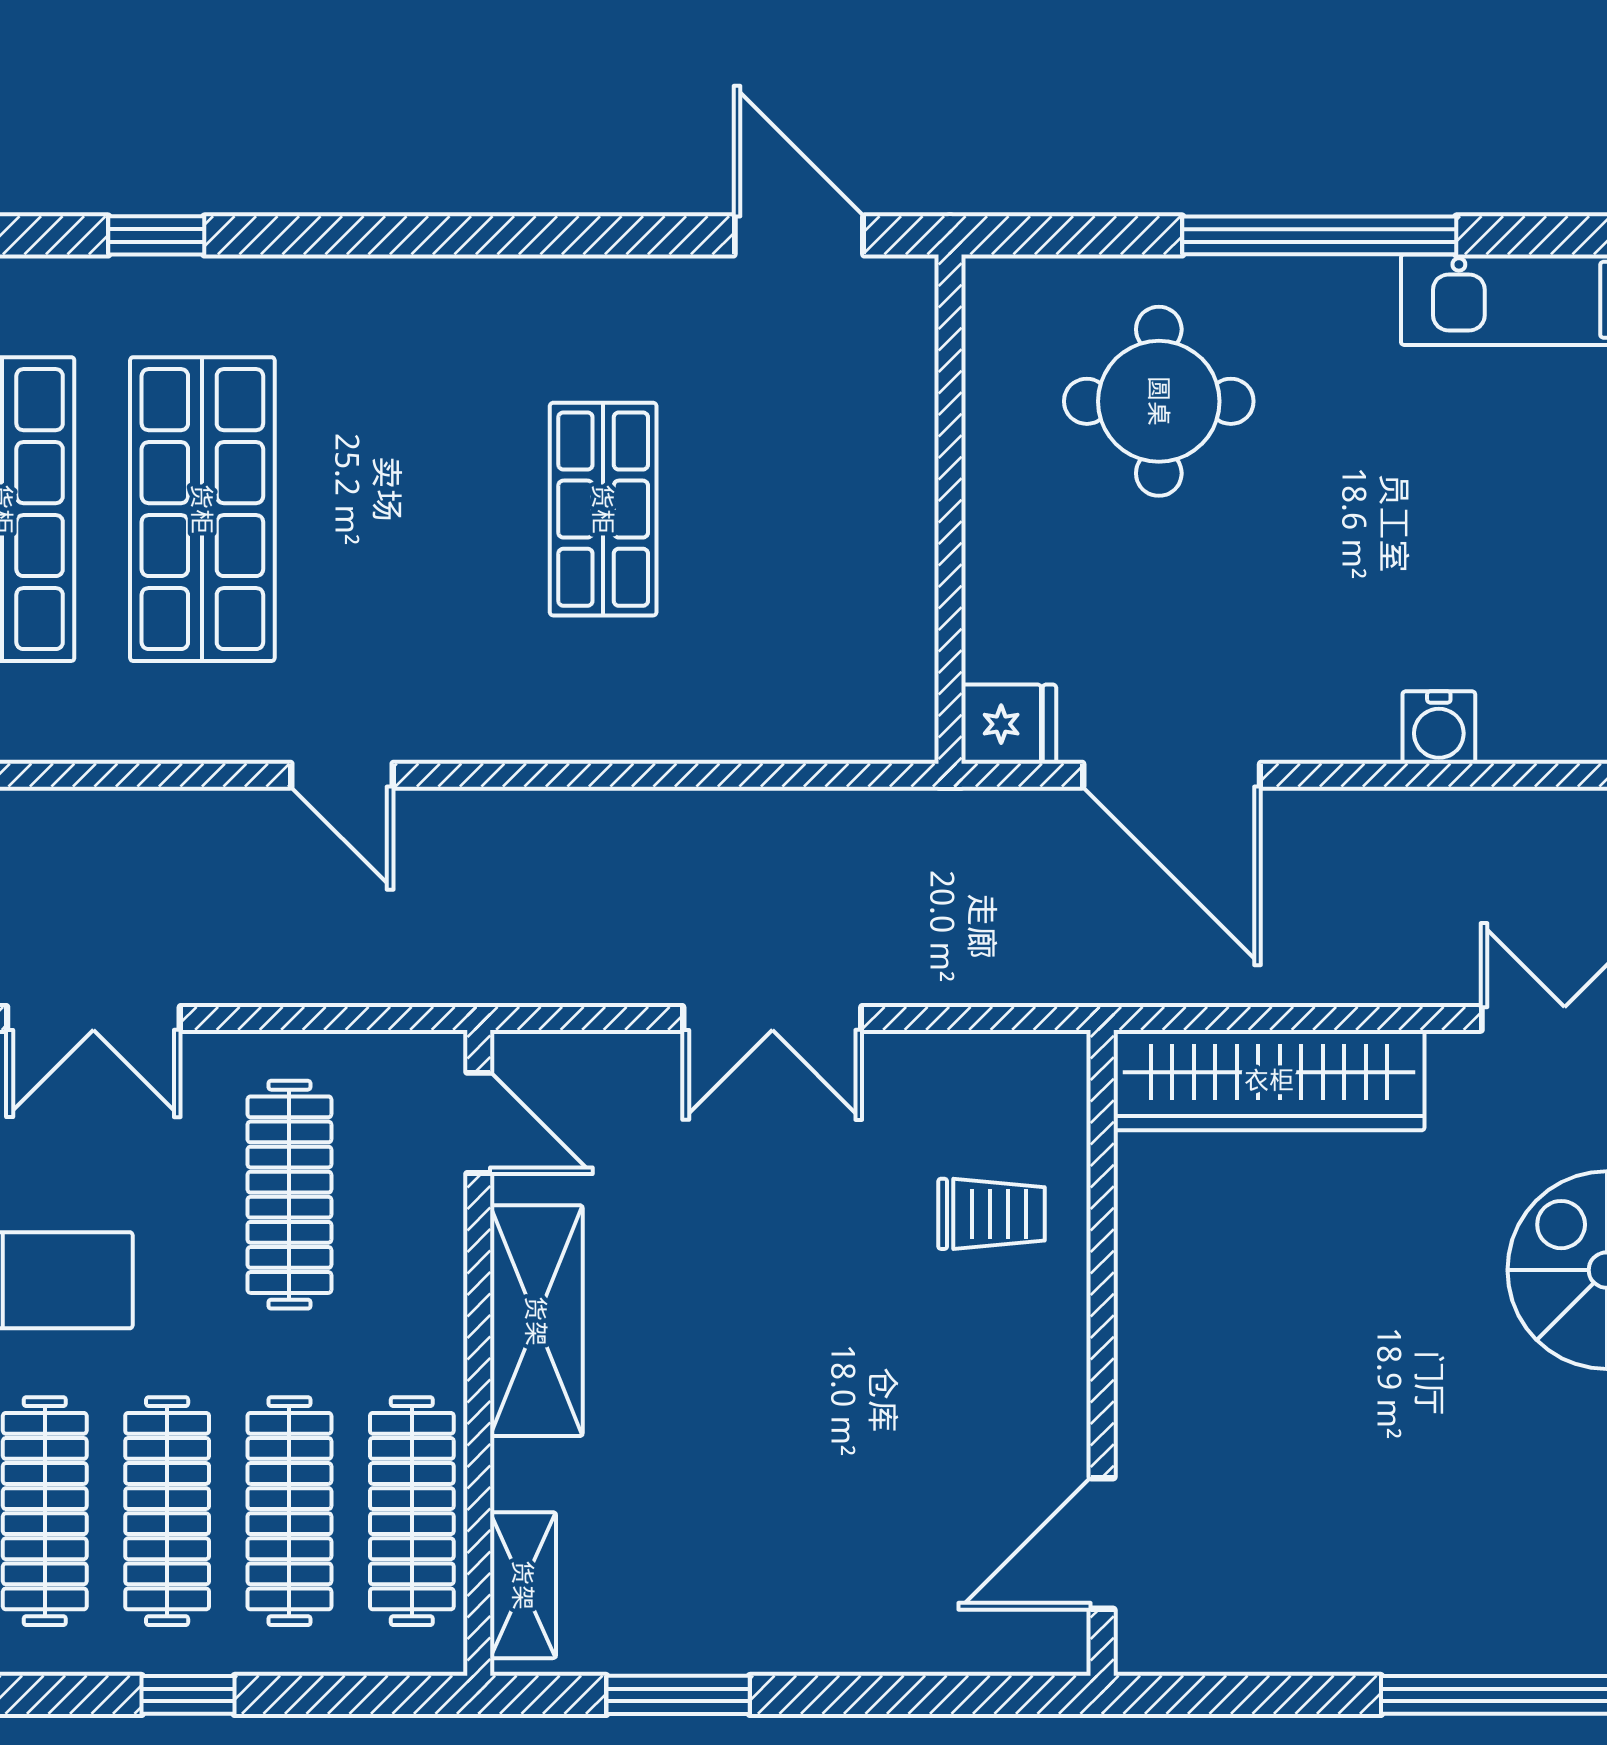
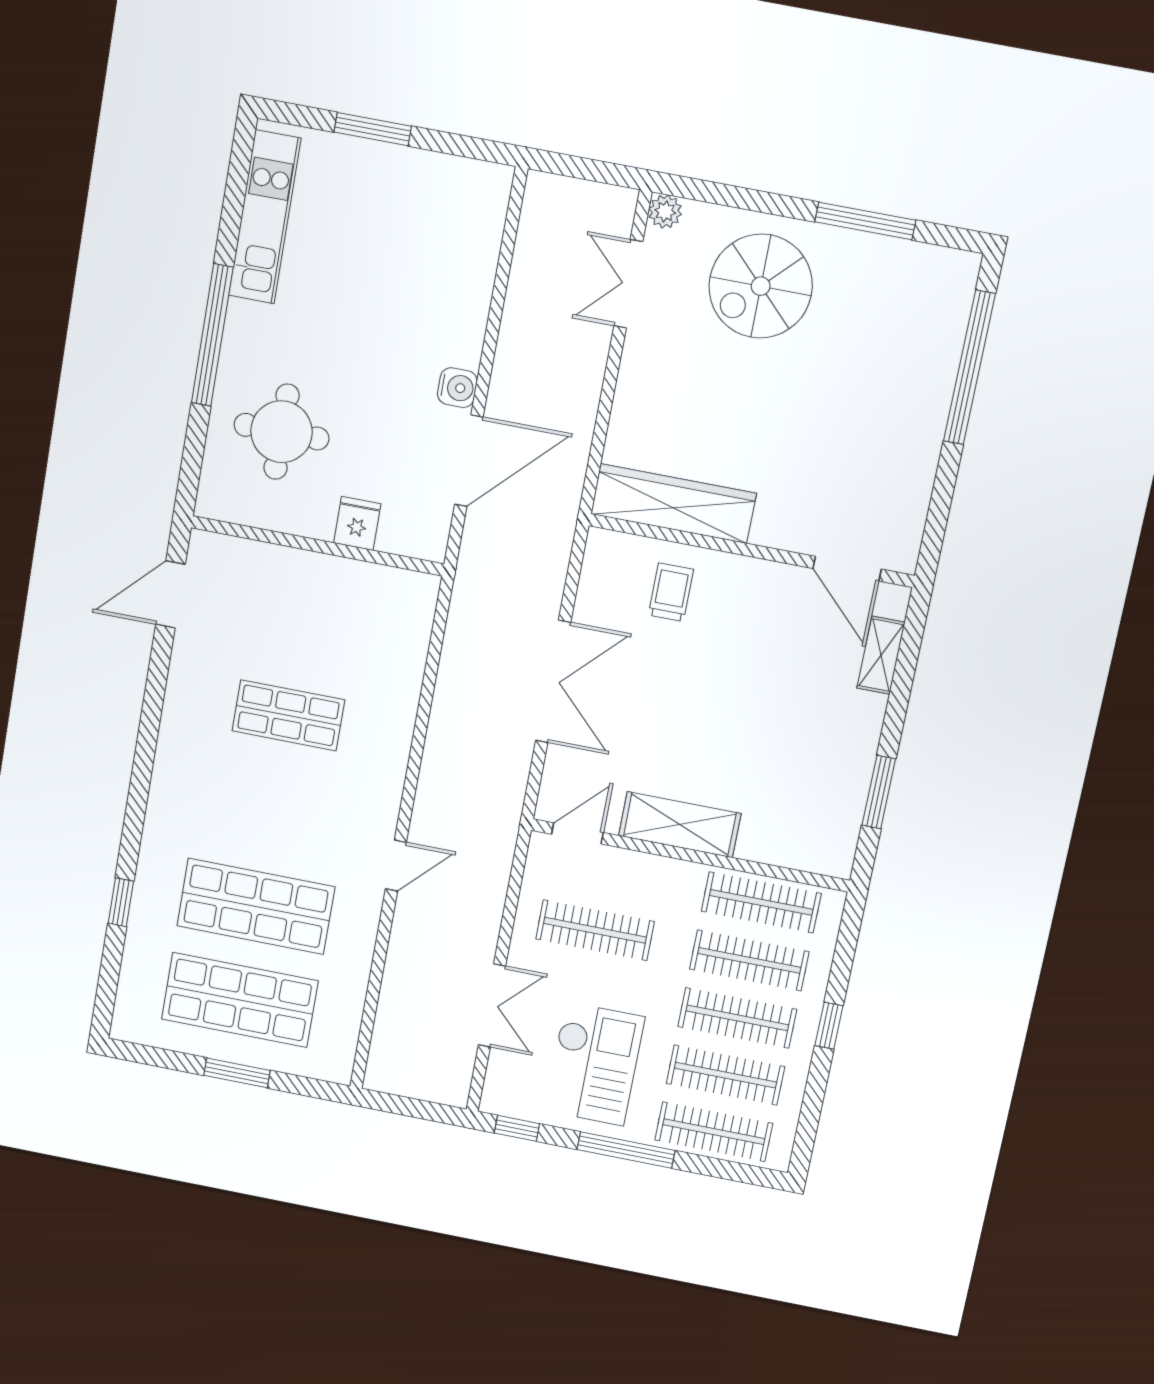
fridge: (1009, 724) -> (357, 523), moved
water cooler: (1439, 727) -> (457, 388), moved
double door: (772, 1018) -> (553, 682), width x1.37
wardrobe: (1269, 1080) -> (673, 504), moved, turned -90
shelving: (523, 1585) -> (881, 655), moved, turned 90

